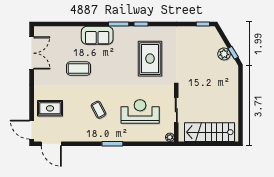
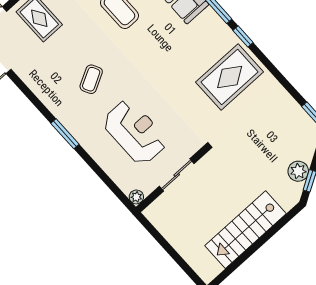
rug: (150, 59) -> (230, 77), moved
stairs: (209, 132) -> (245, 230), moved, turned -90

